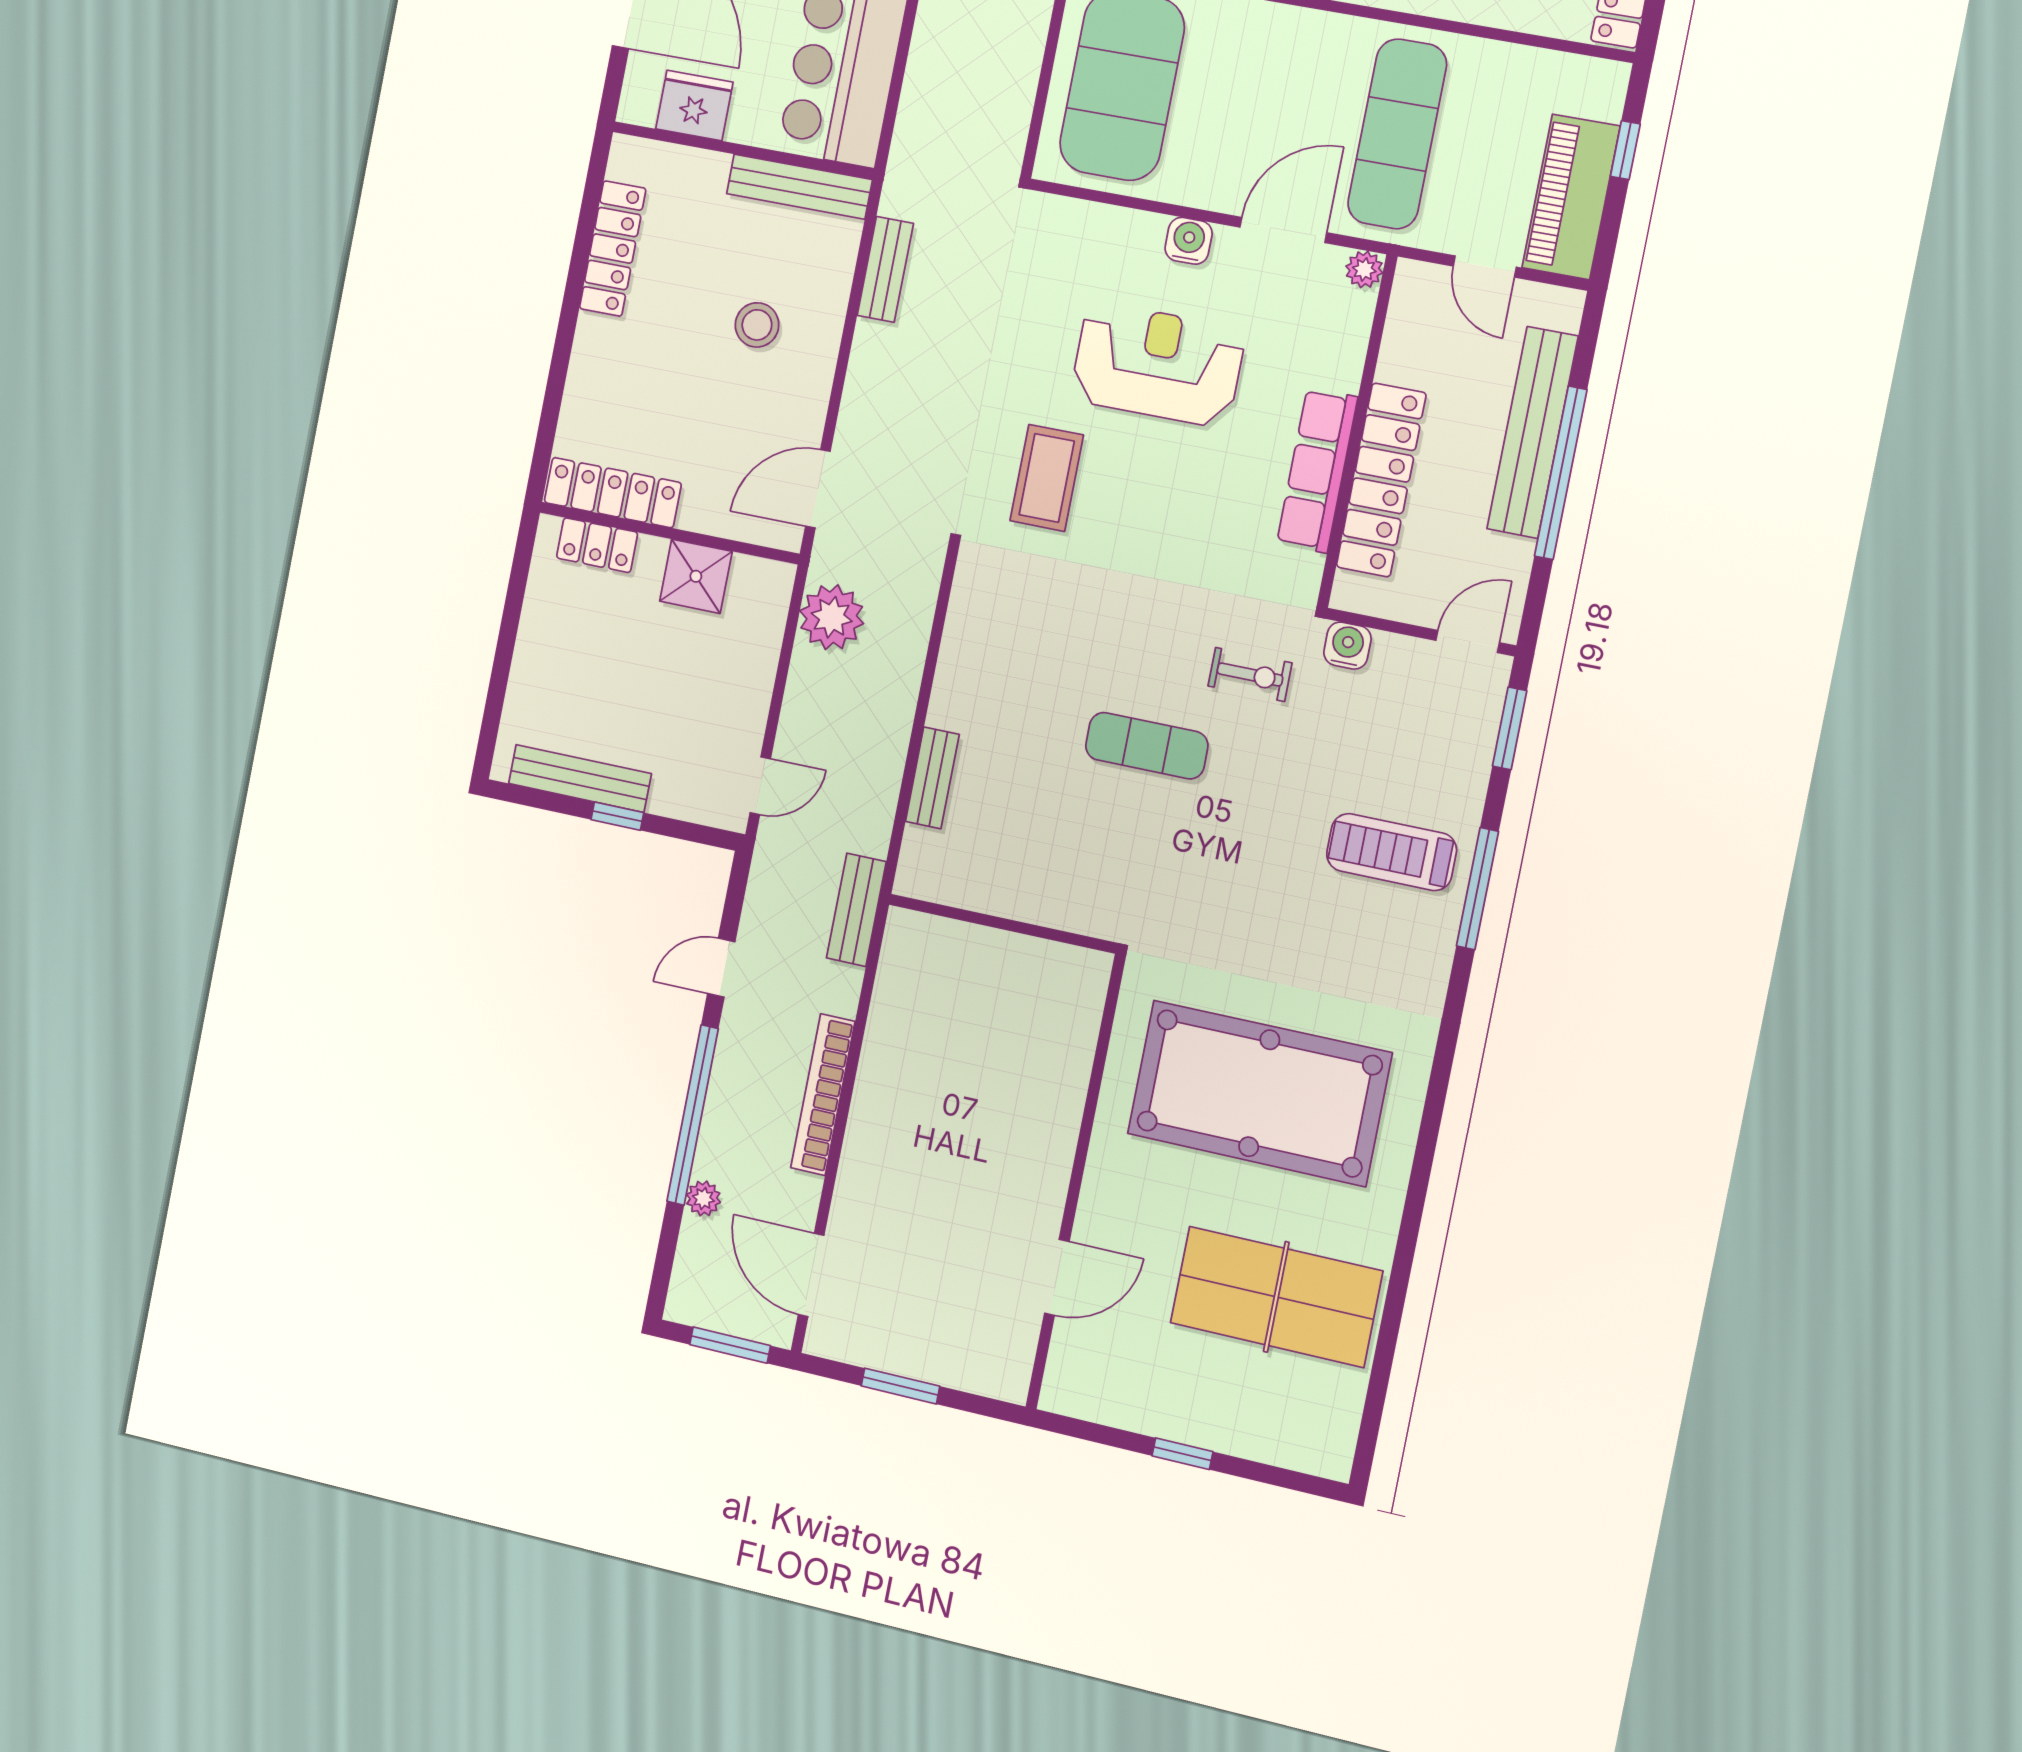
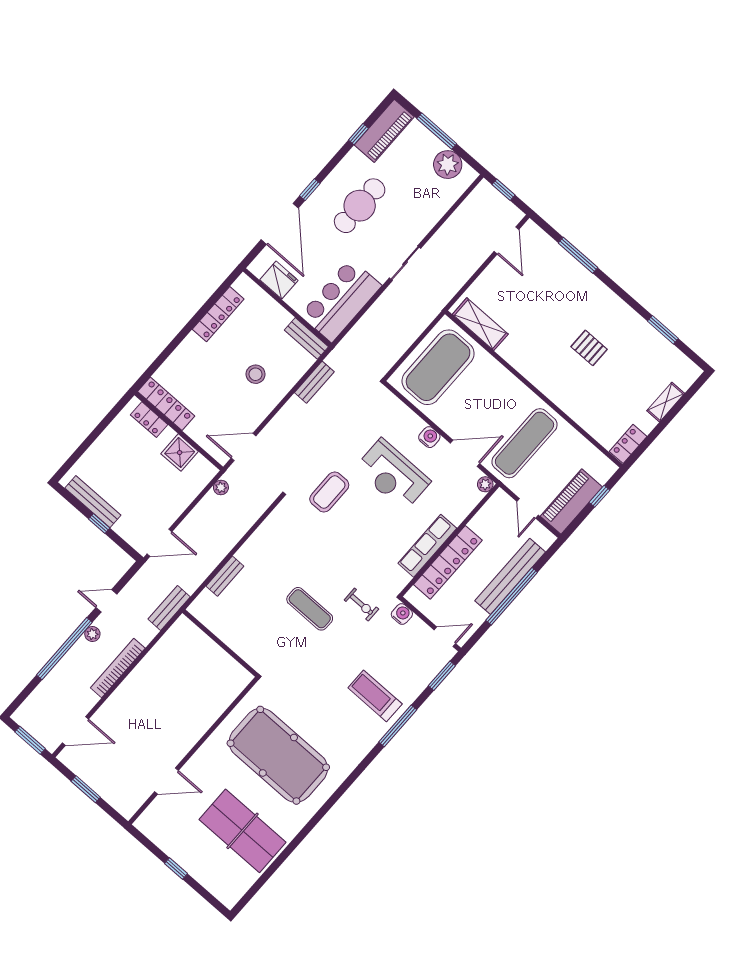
bench: (799, 187) -> (306, 338), width x0.73
reception desk: (1158, 364) -> (393, 475), turned 180
plant: (832, 617) -> (221, 488), width x0.53, depth x0.53
door: (760, 786) -> (159, 543), width x1.38
plant: (703, 1198) -> (92, 634), moved
door: (811, 1275) -> (75, 731), swing flipped

